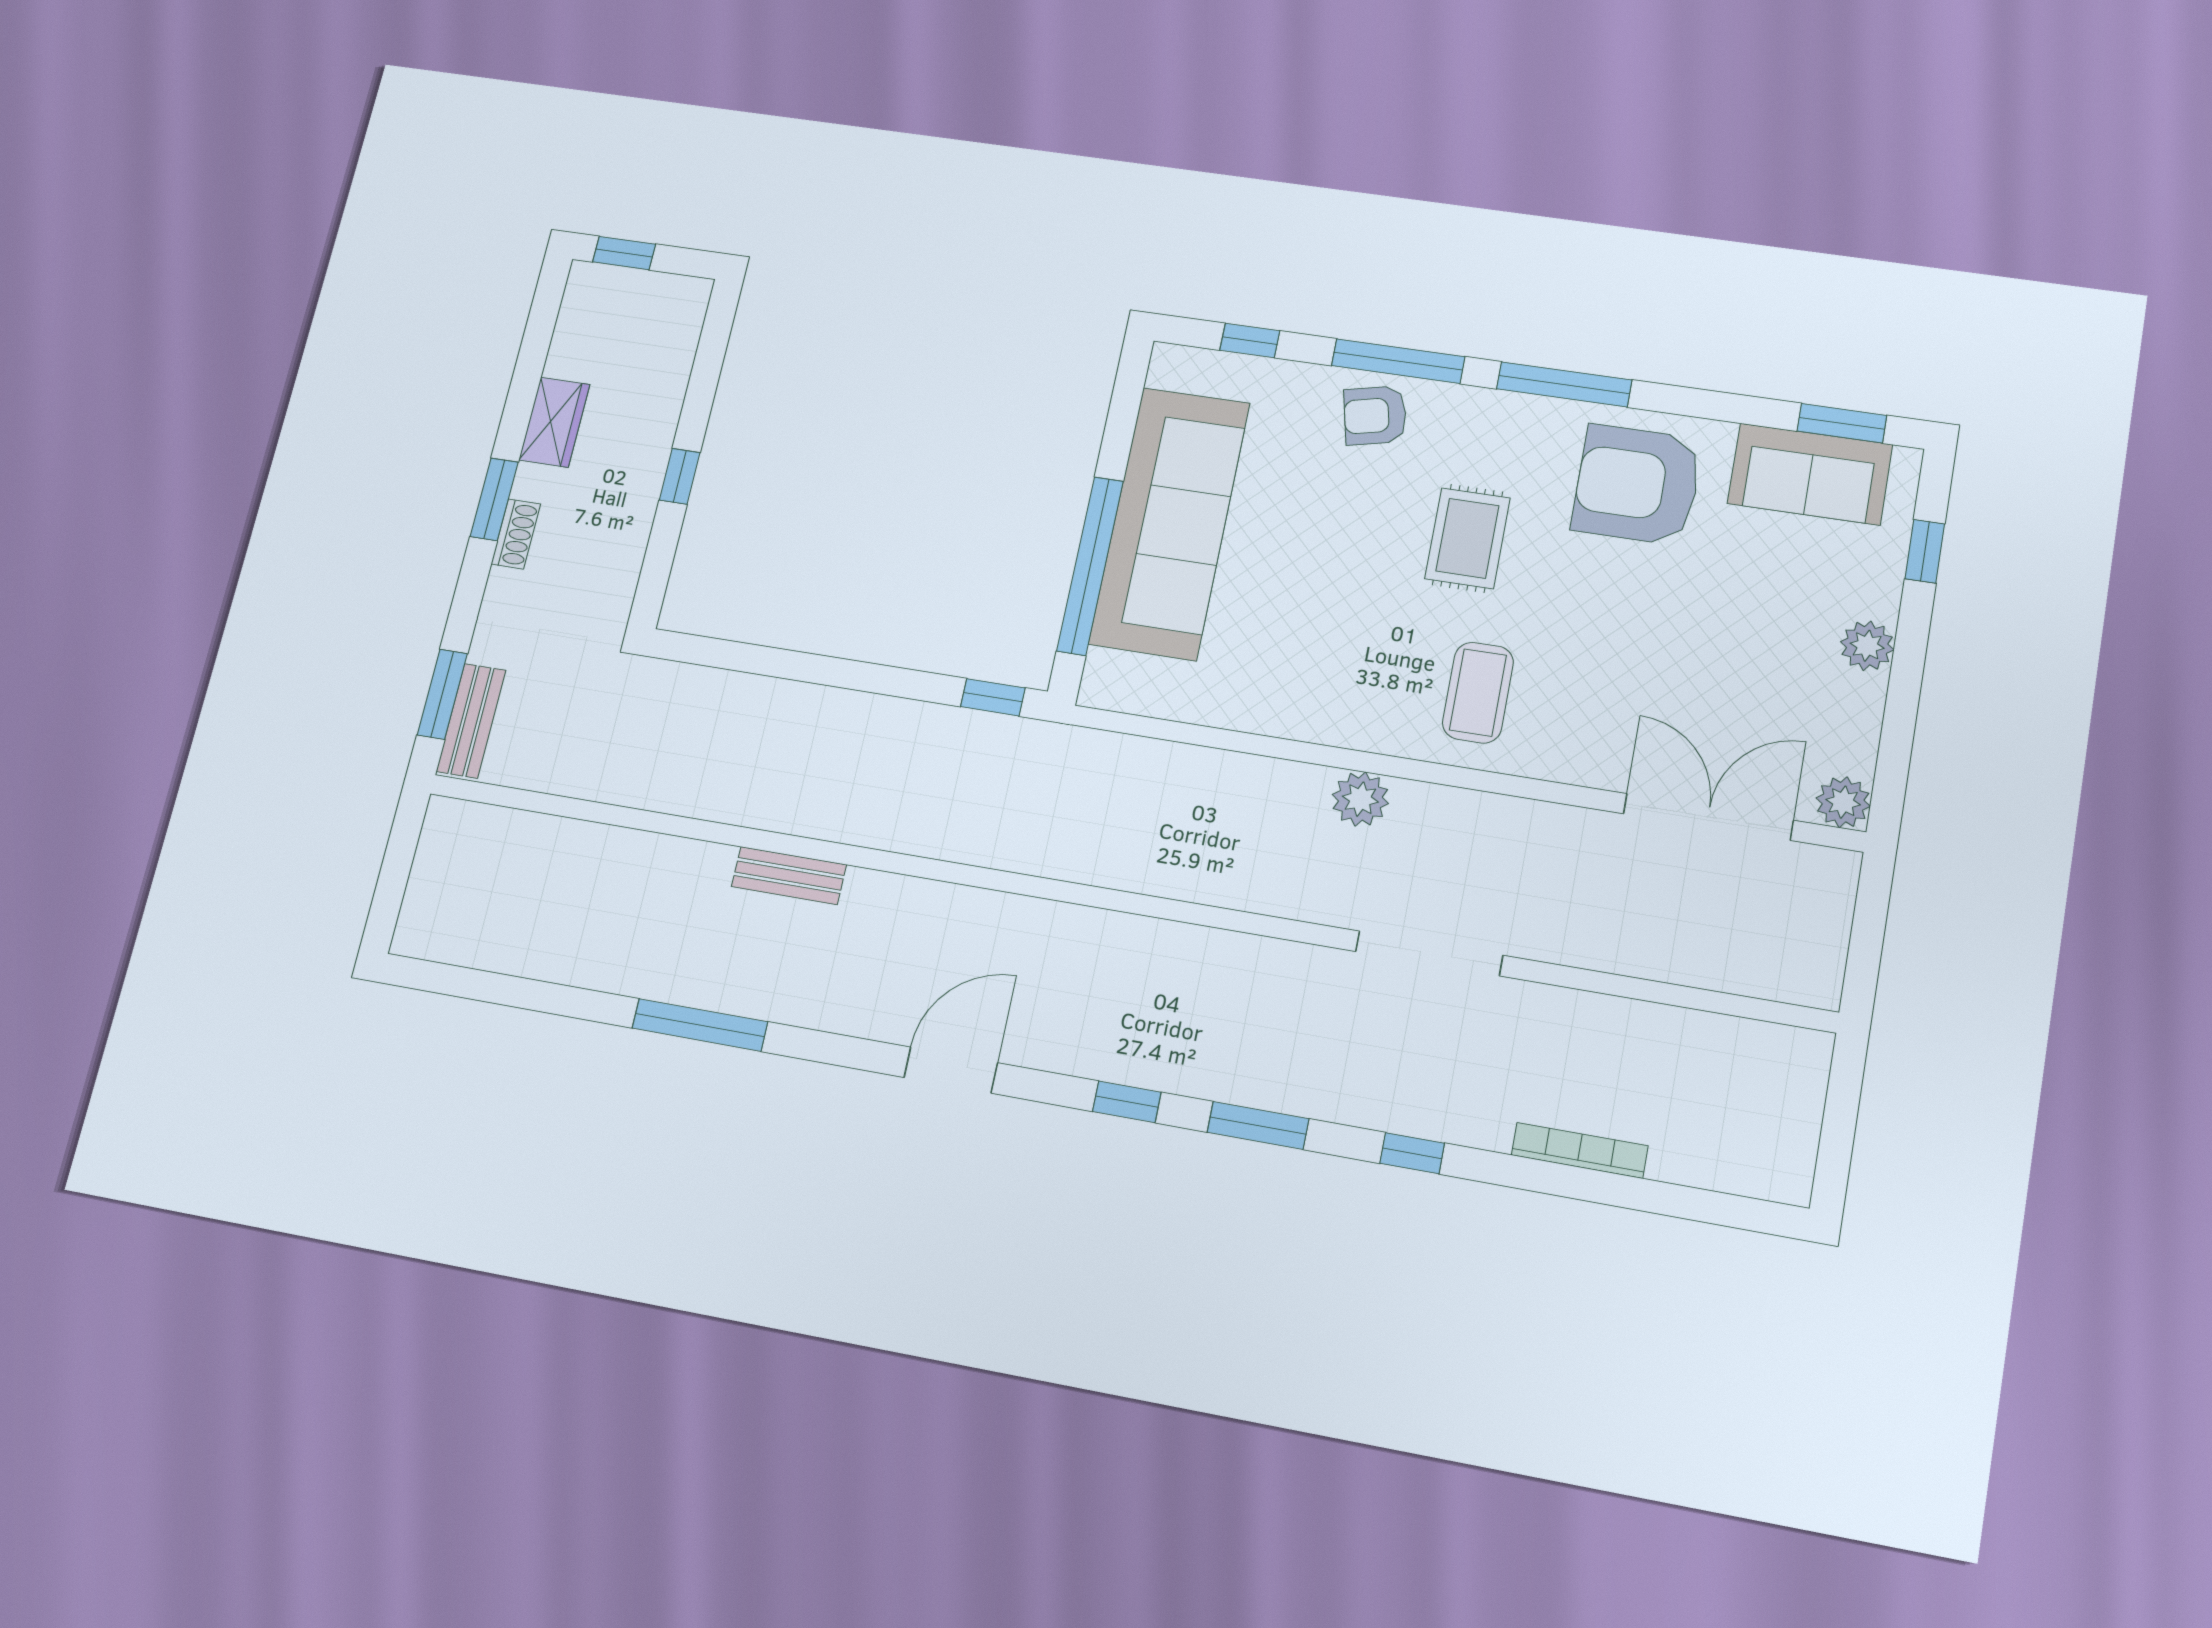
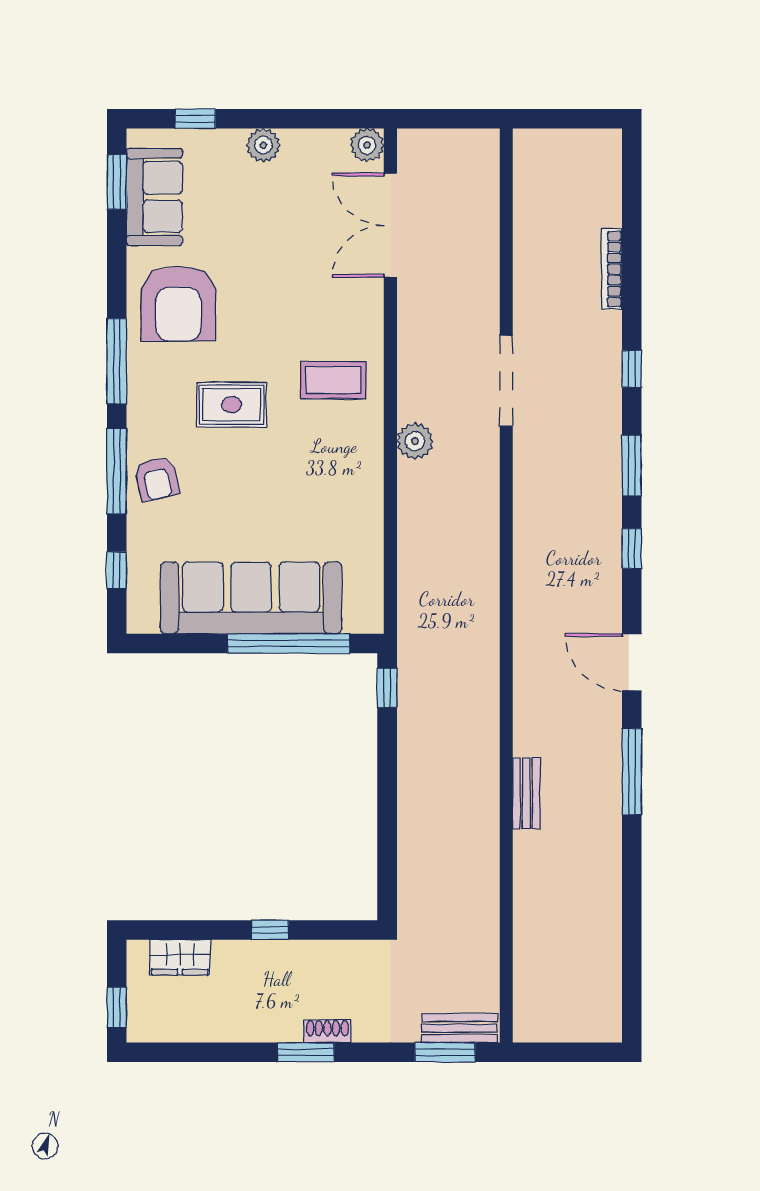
wardrobe: (554, 422) -> (180, 957), moved, turned 180
window: (700, 1025) -> (632, 772), moved

